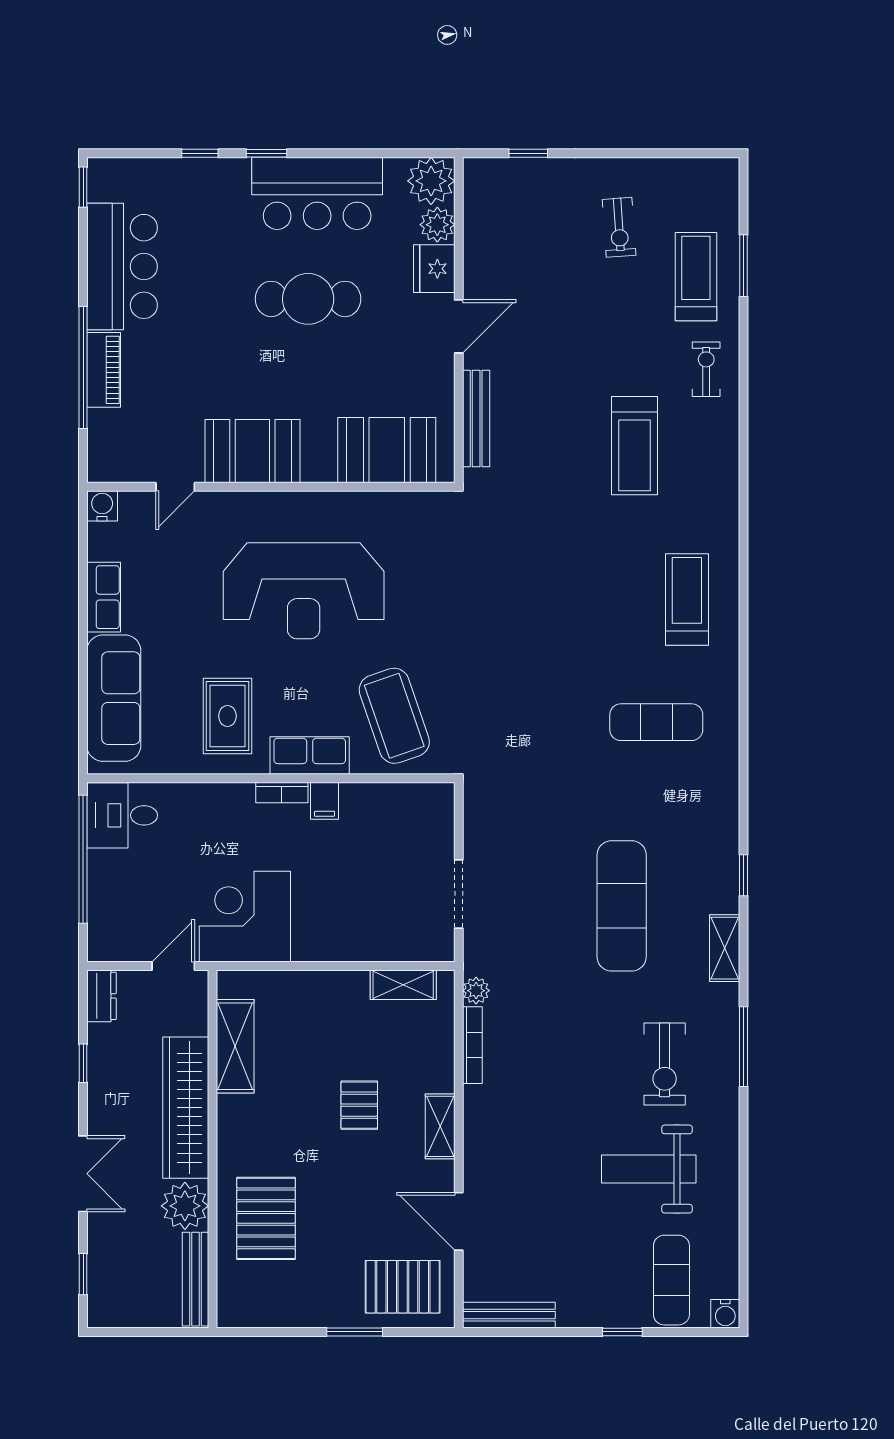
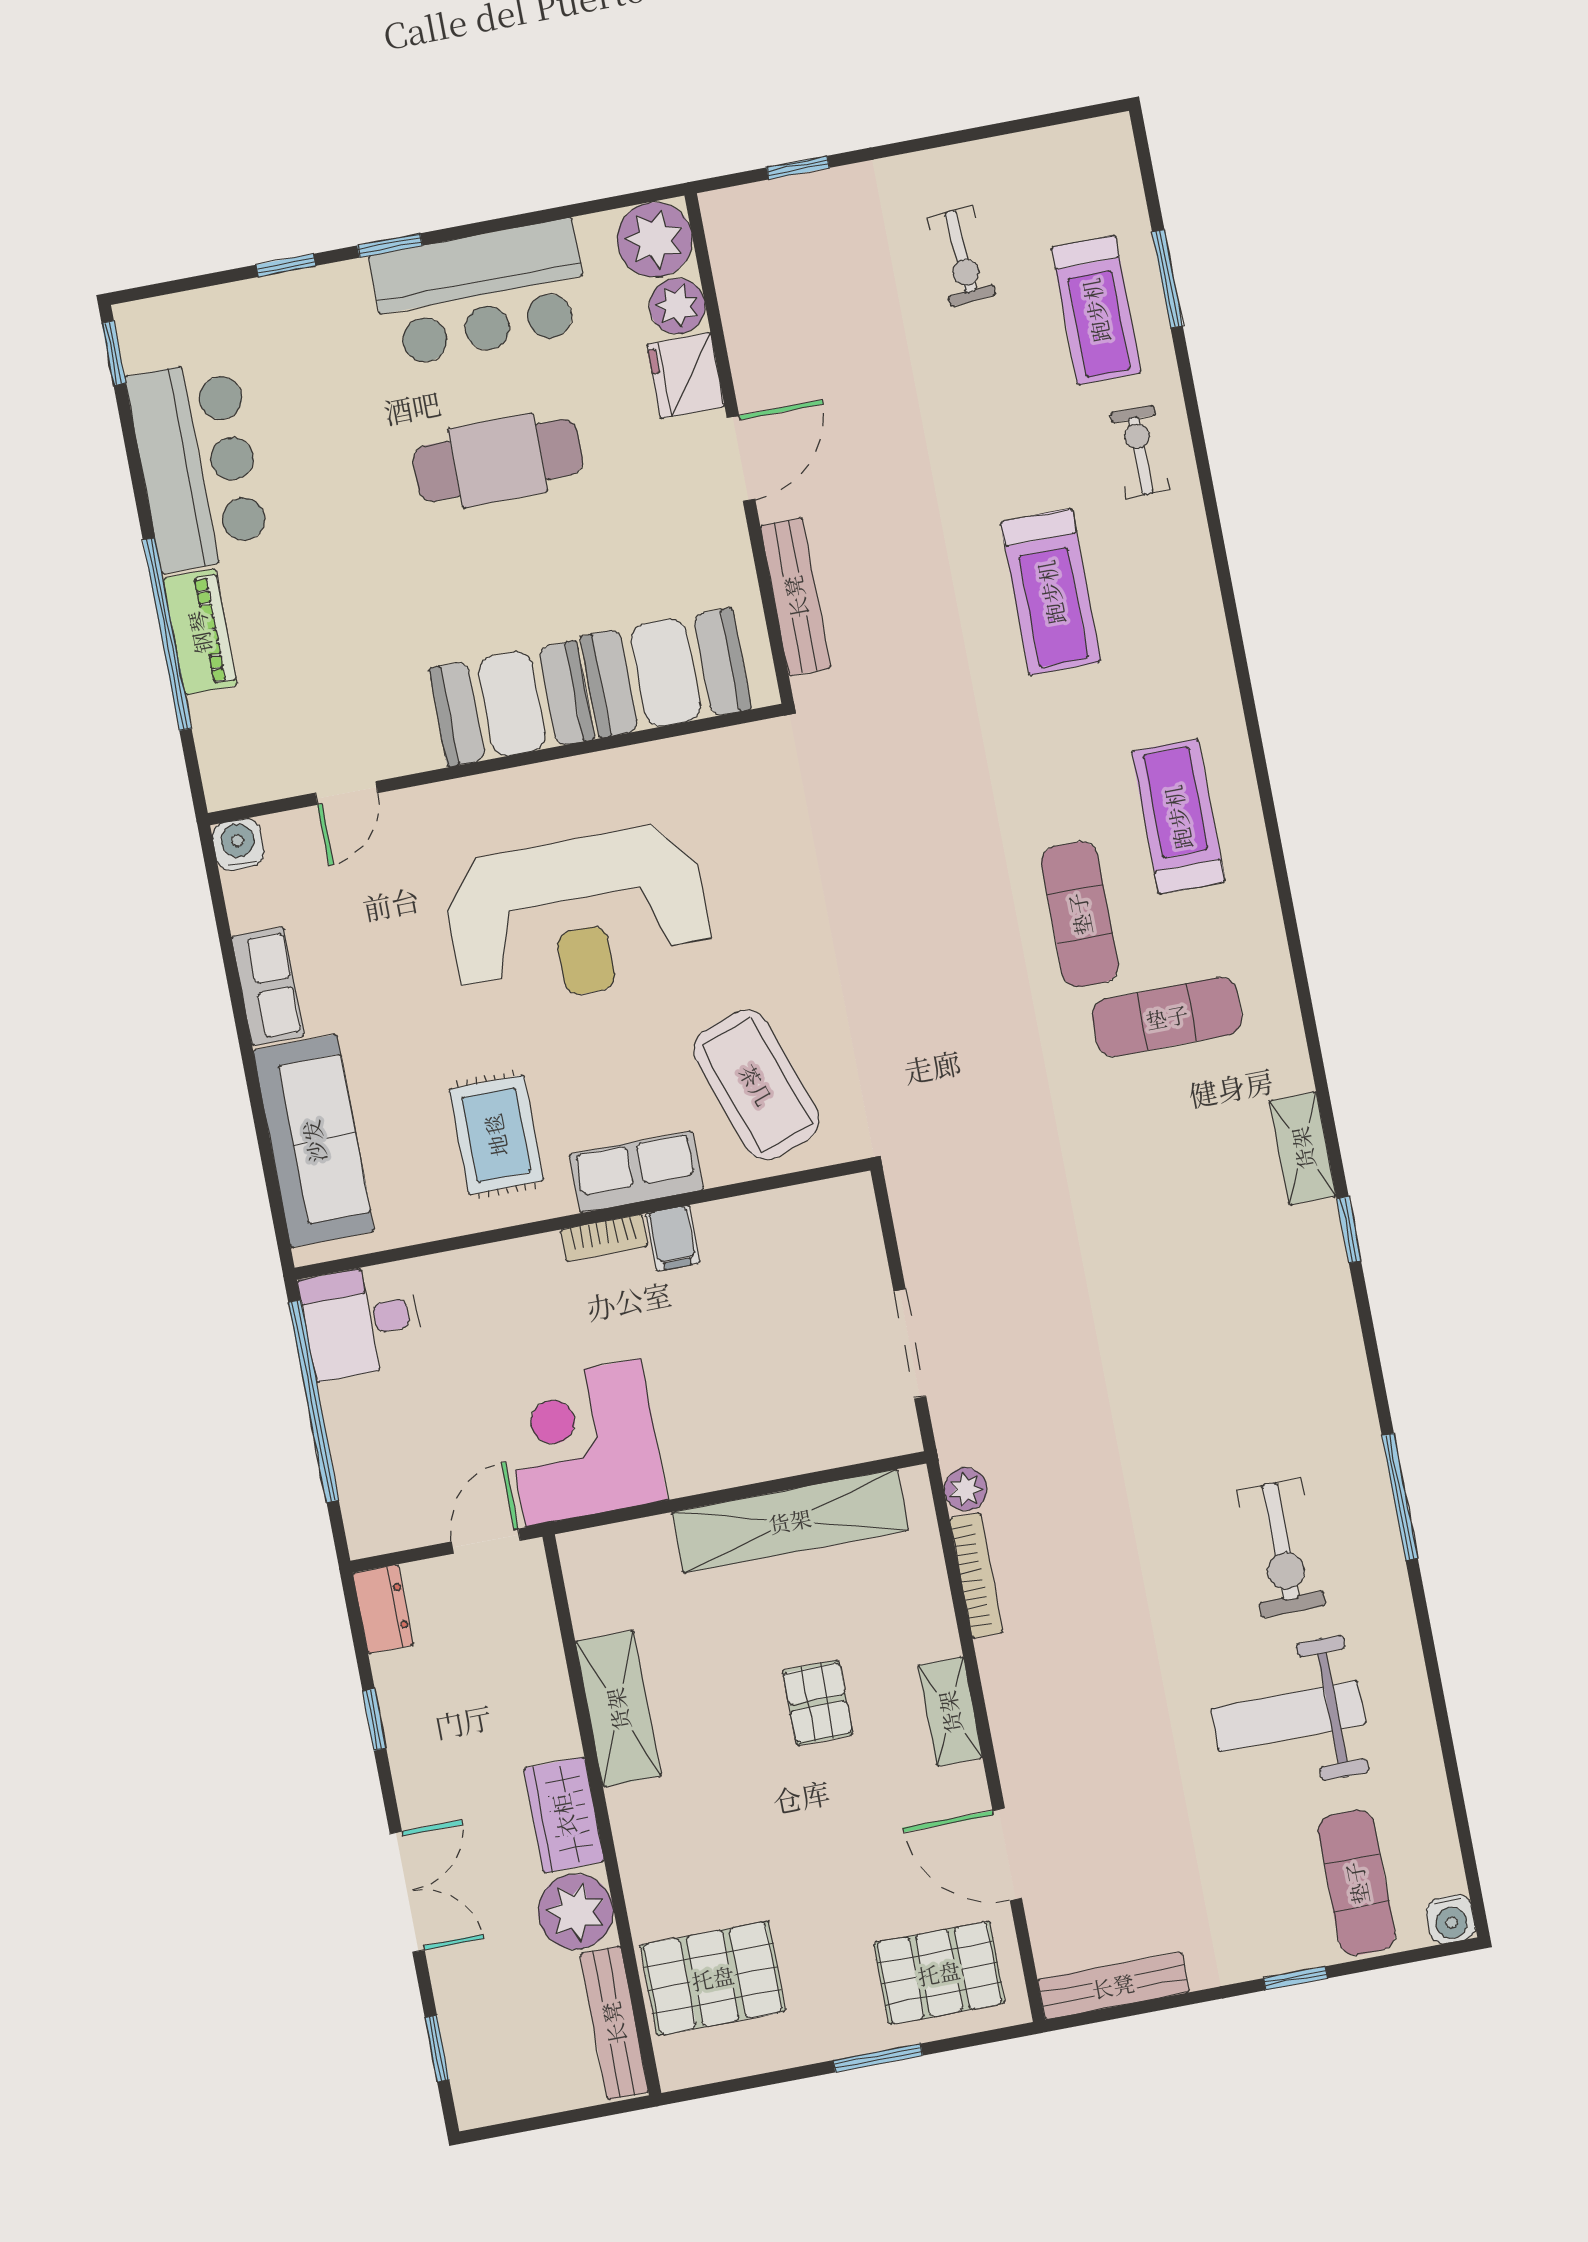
treadmill: (696, 277) -> (1096, 310), turned 180
booth: (252, 451) -> (512, 704), moved
exercise mat: (622, 906) -> (1080, 914), moved, width x0.73, depth x0.69
shelving: (725, 948) -> (1303, 1148), moved
shelving: (403, 985) -> (790, 1521), width x2.20, depth x1.33
shelving: (235, 1046) -> (618, 1709), moved
wardrobe: (186, 1108) -> (564, 1815), width x0.48, depth x0.85
pallet: (266, 1218) -> (713, 1978), moved, turned 90

